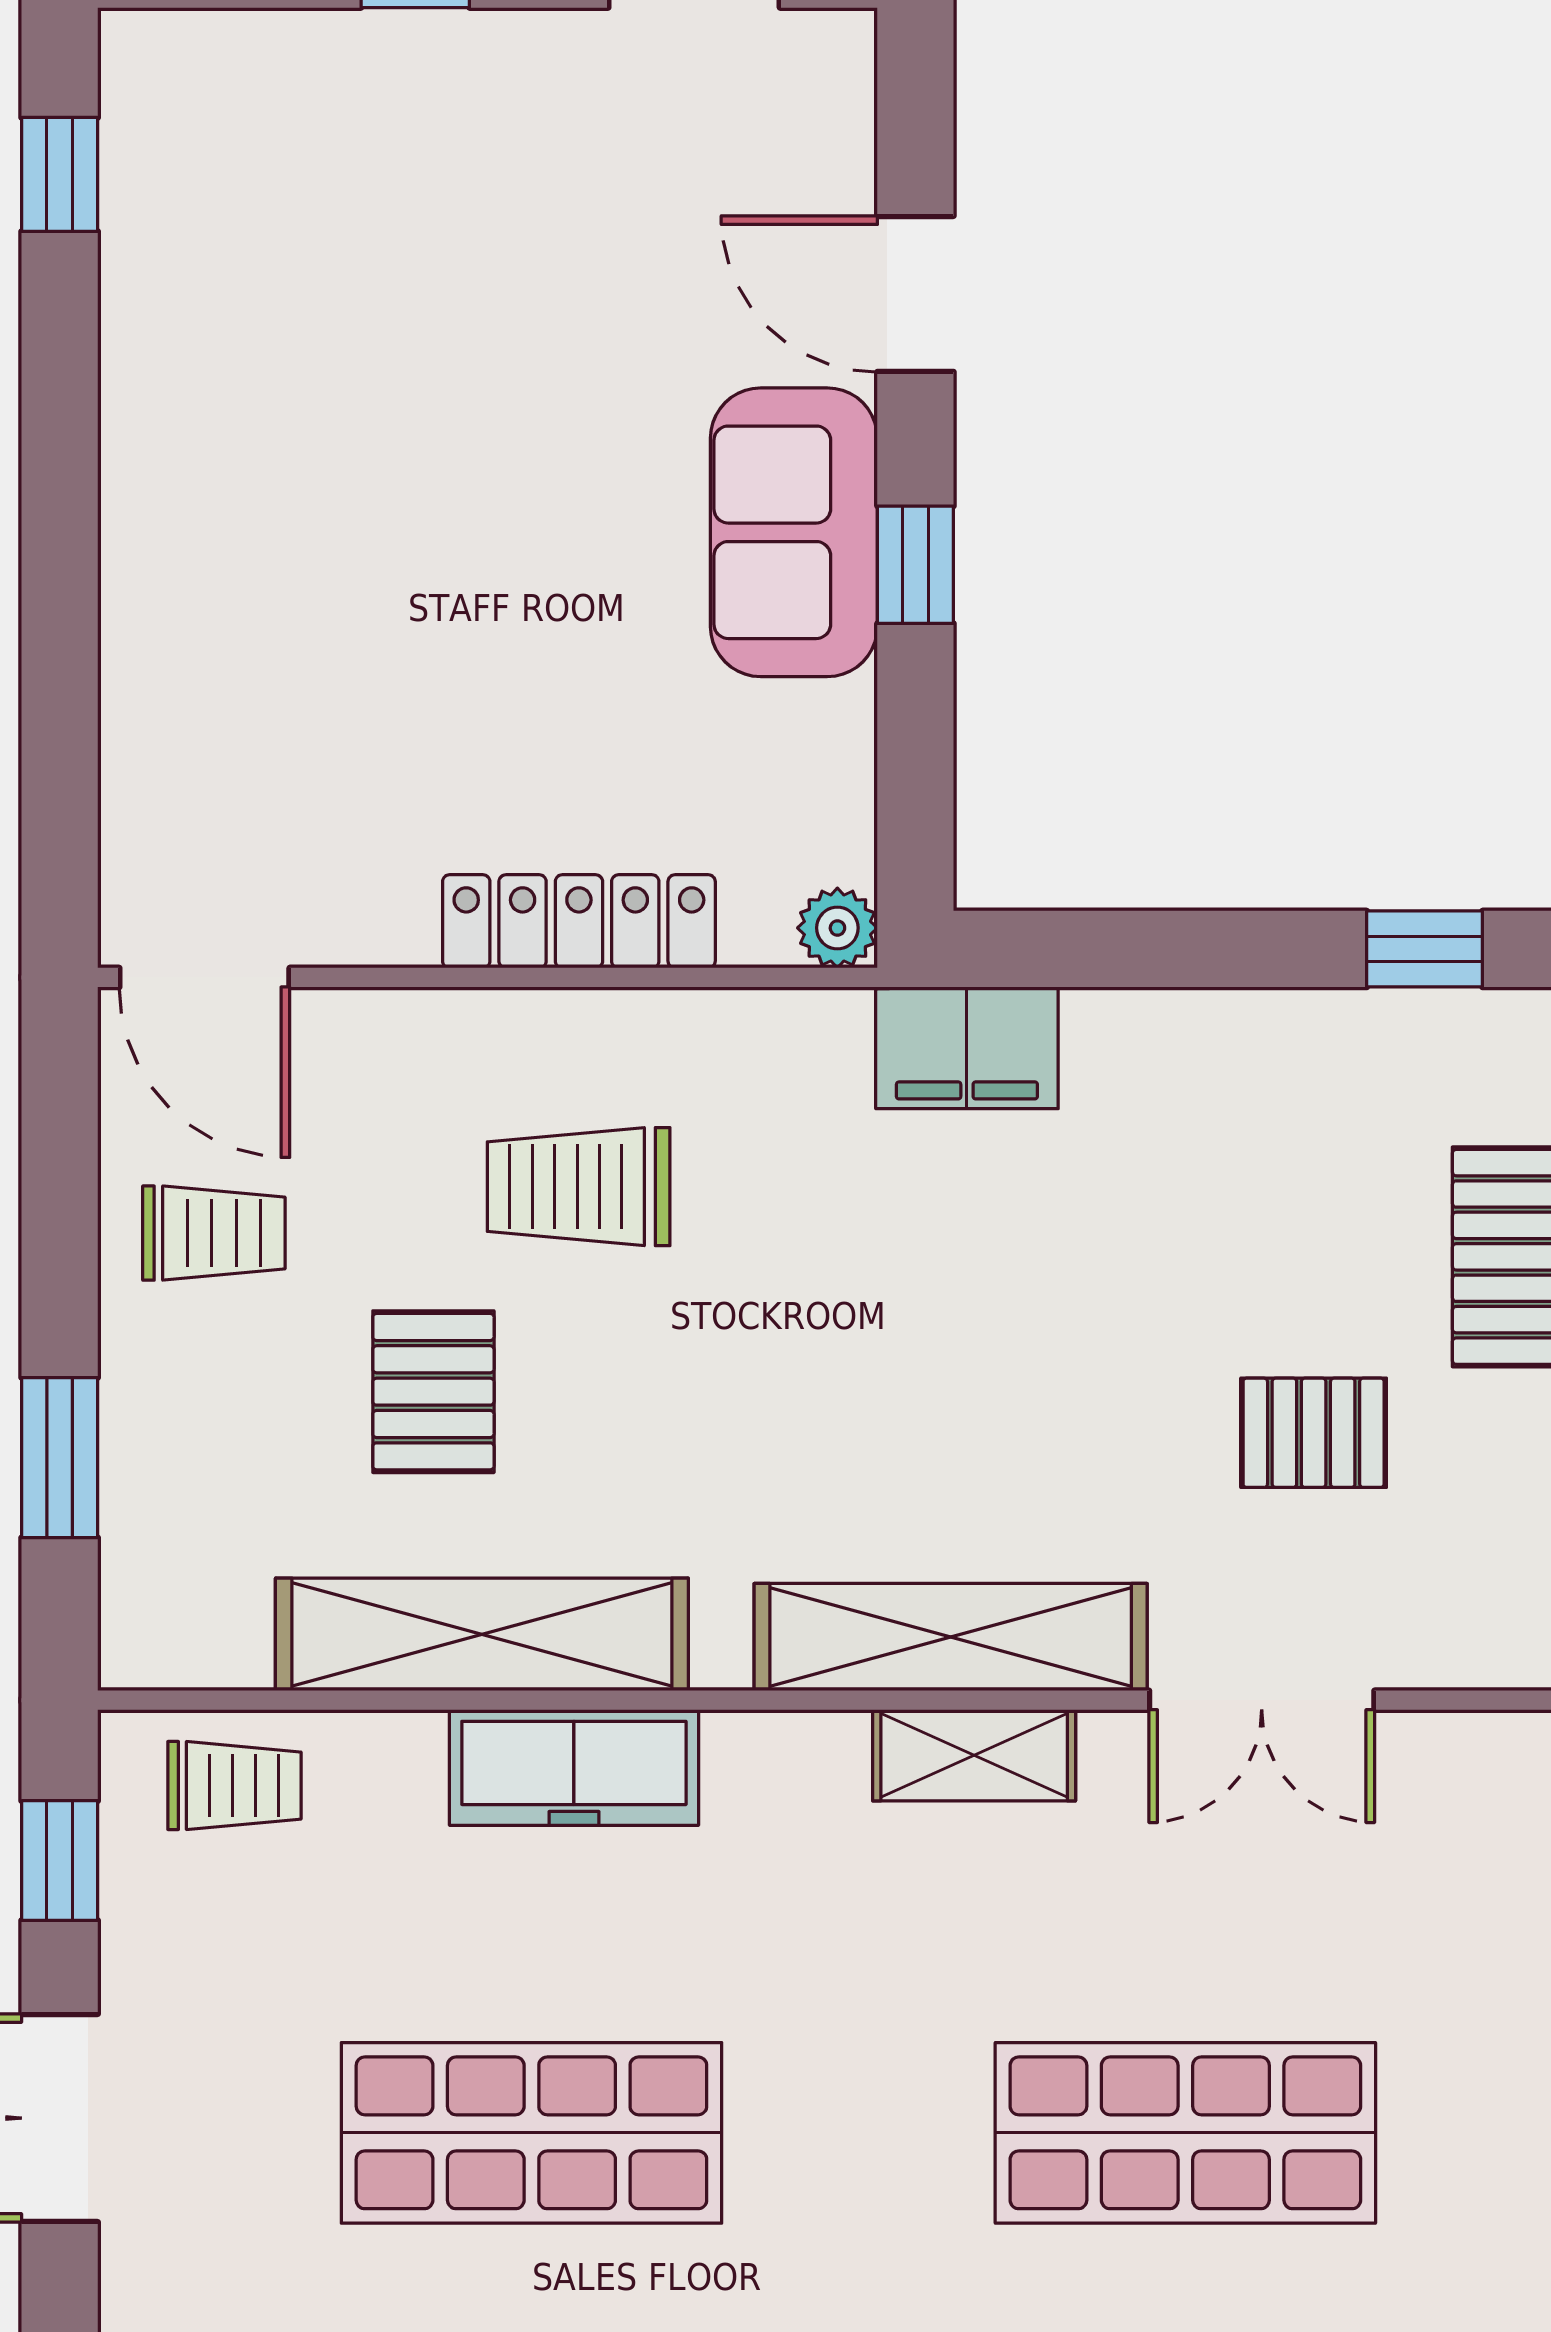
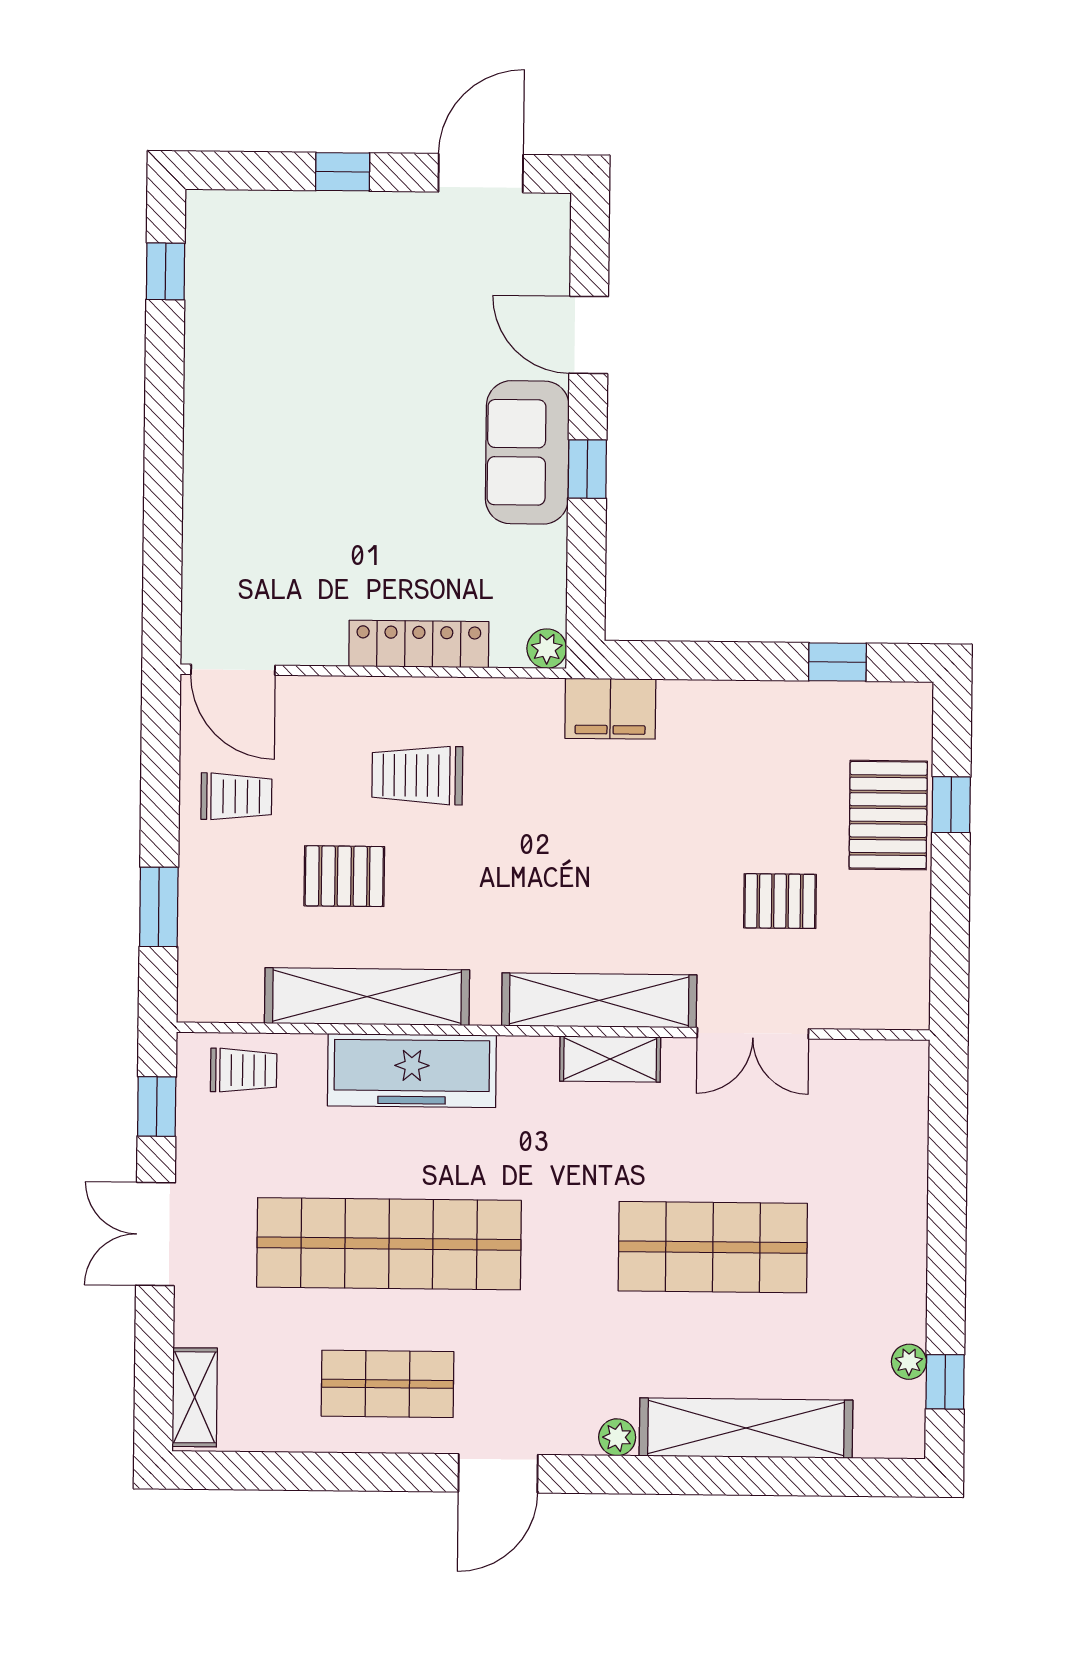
pallet: (433, 1392) -> (344, 876), turned 90
freezer: (574, 1768) -> (412, 1071), width x1.36, depth x1.26
shop shelf: (531, 2133) -> (389, 1244), width x1.40

